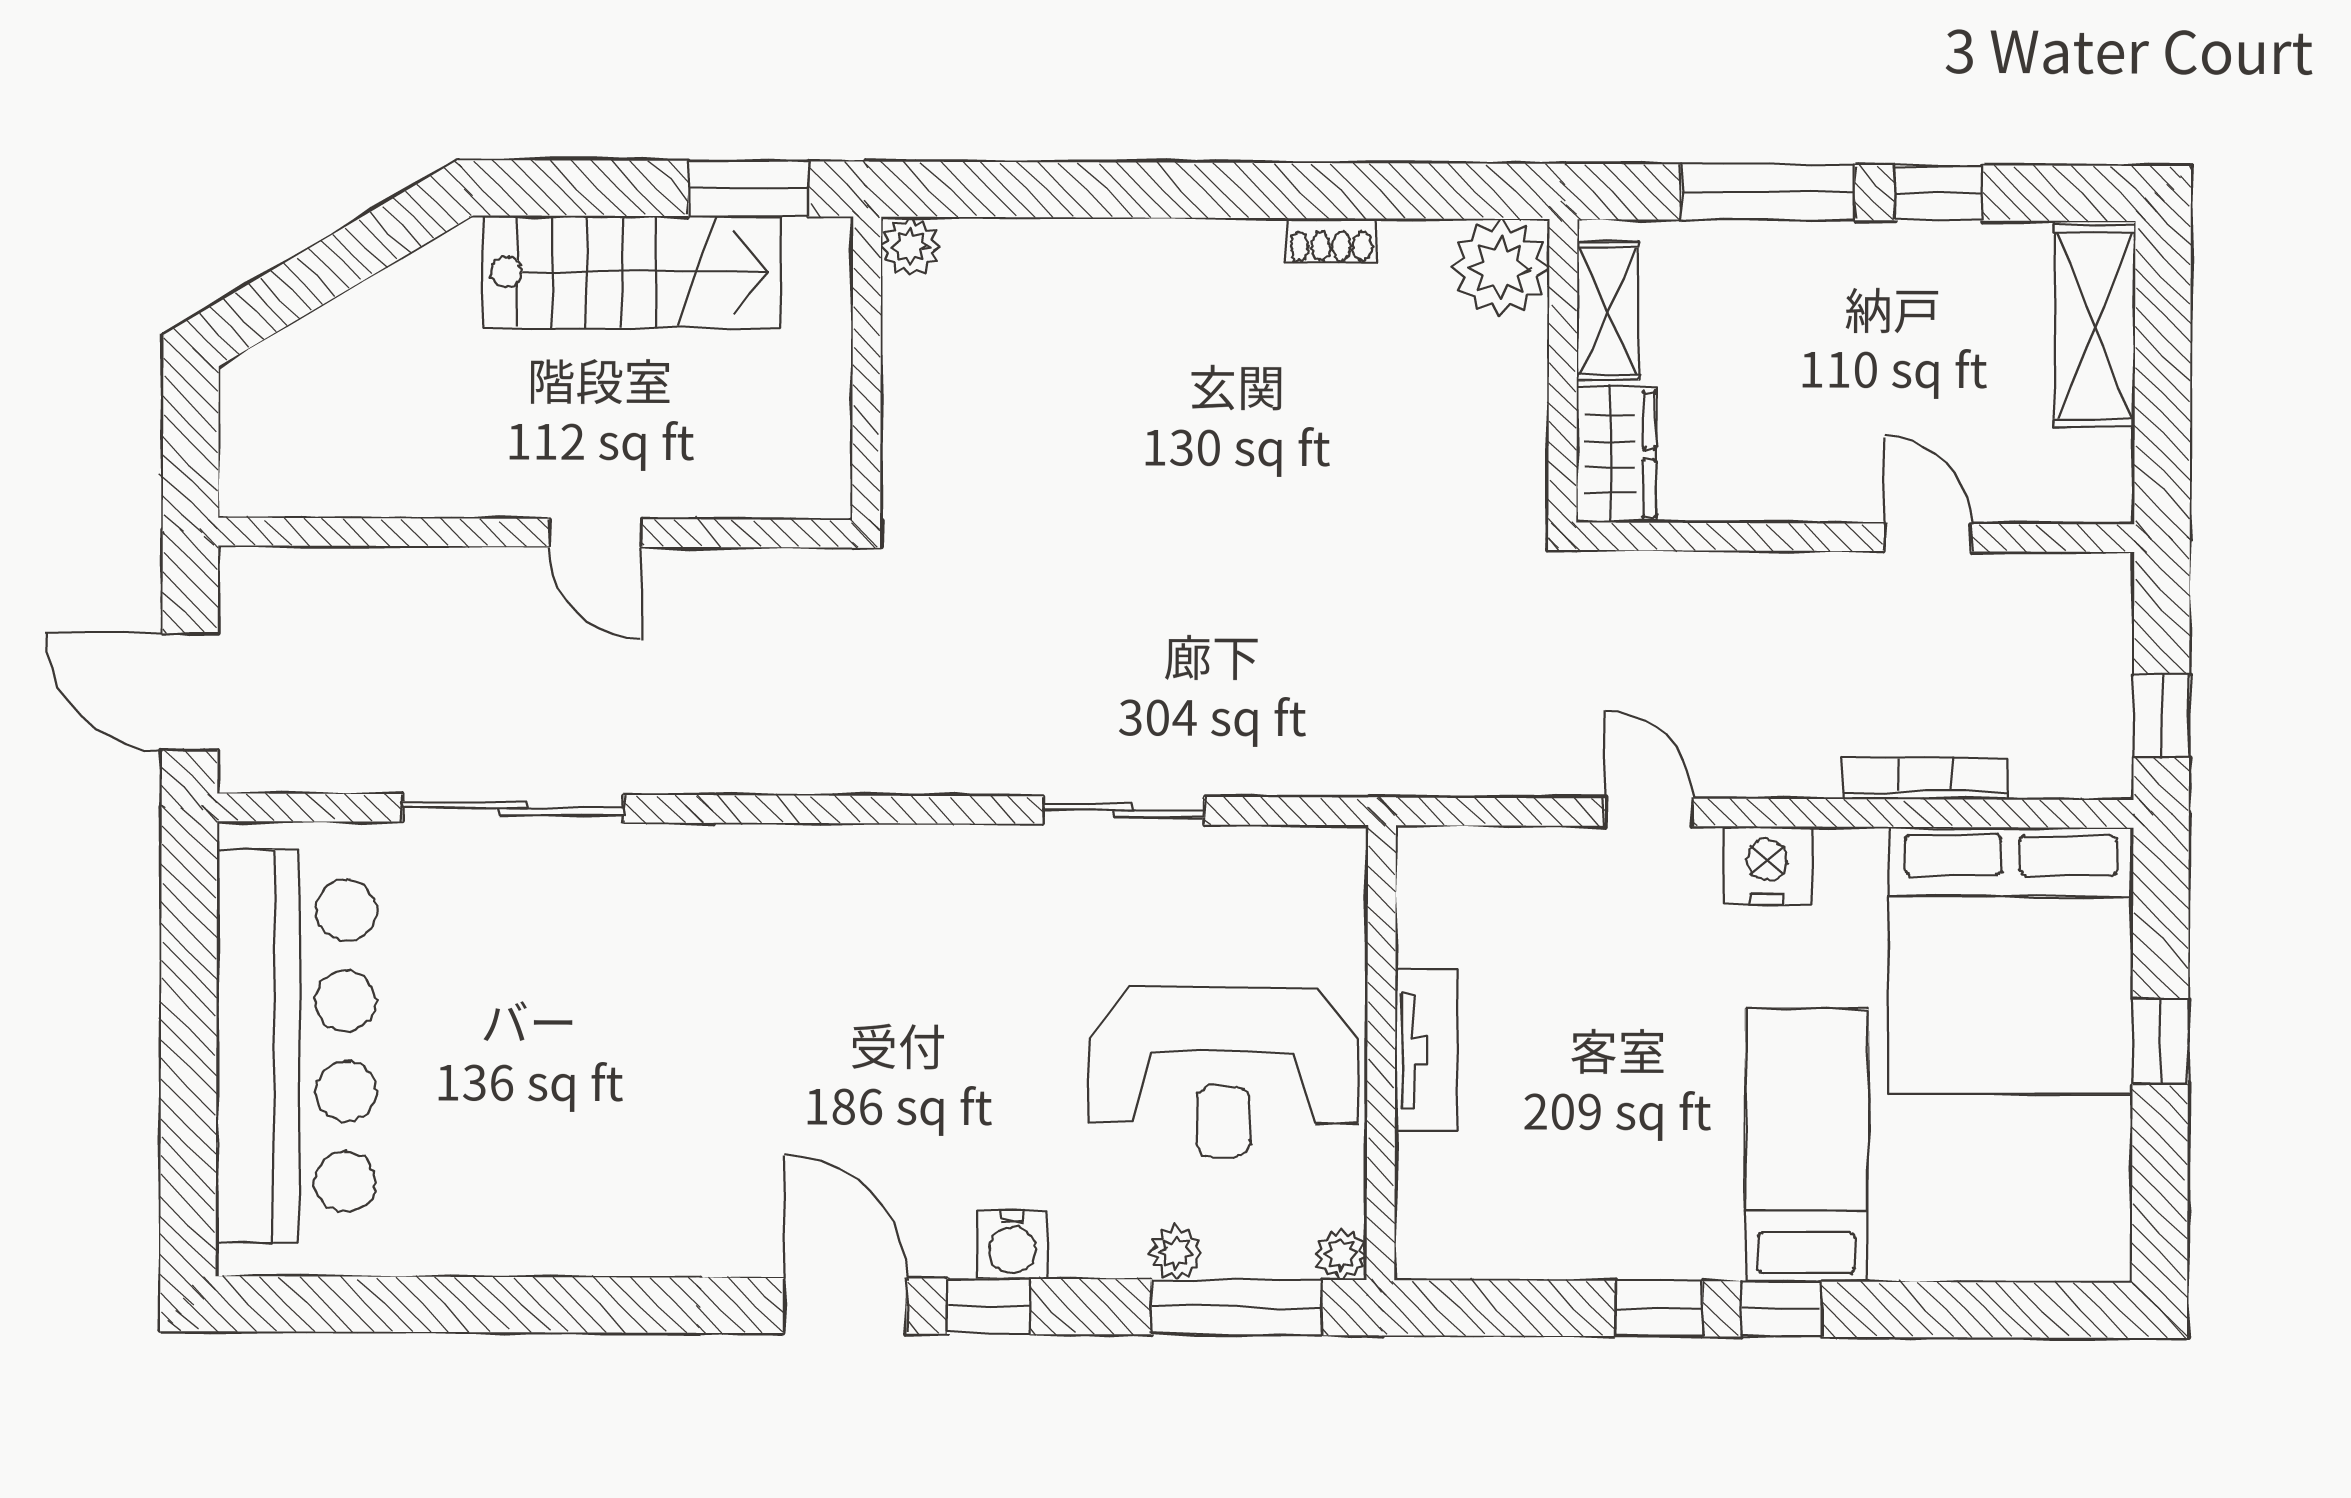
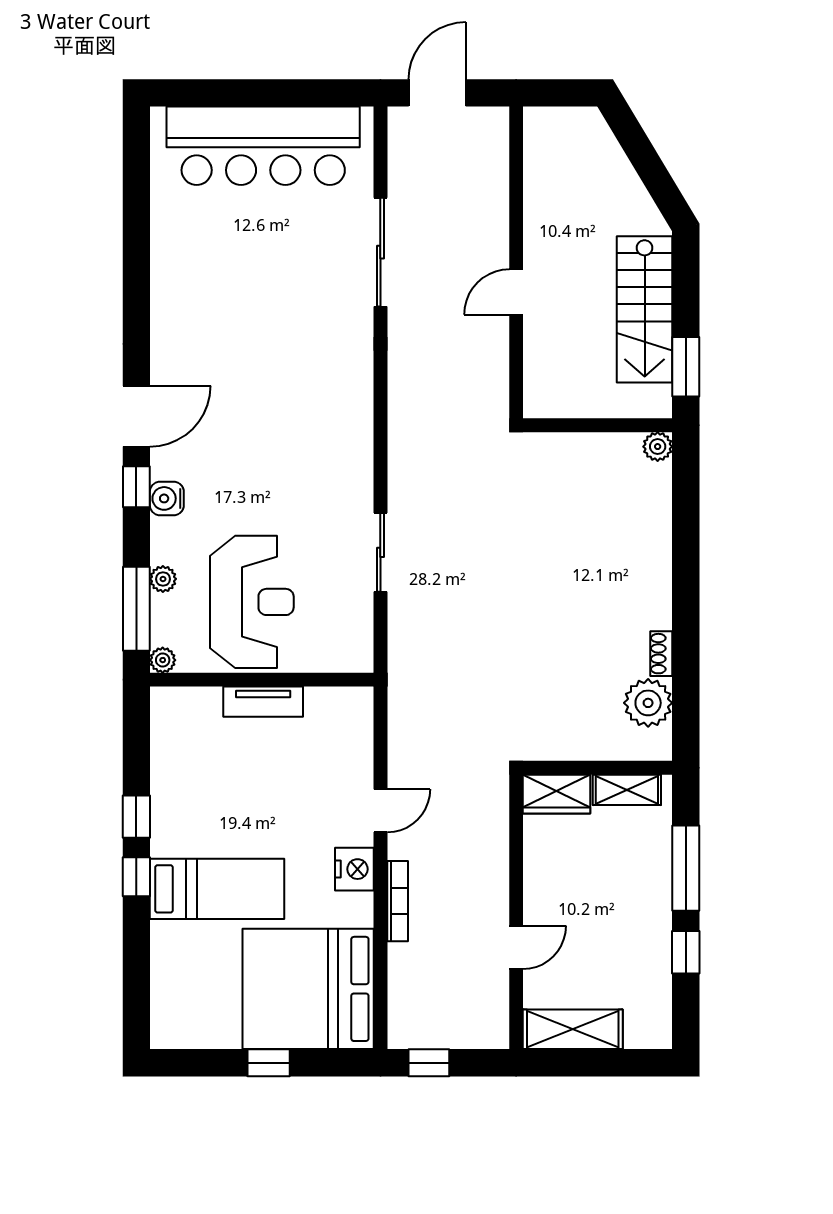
plant: (1501, 268) -> (648, 703), moved
shelving: (2095, 326) -> (573, 1029), moved
bookcase: (1926, 778) -> (398, 901), moved
reception desk: (1223, 1072) -> (252, 602), turned 180

